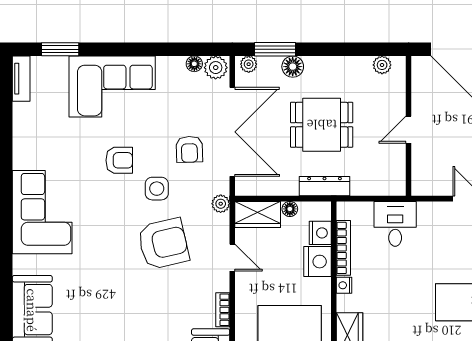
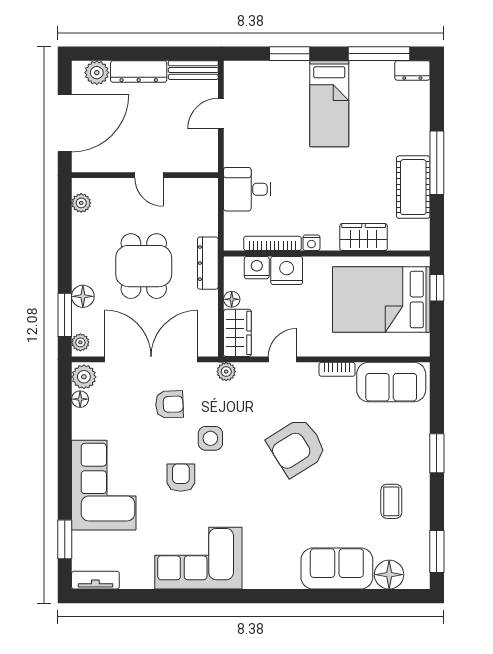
corner sofa: (42, 212) -> (198, 558), moved
armchair: (163, 244) -> (297, 447), moved, turned -109

